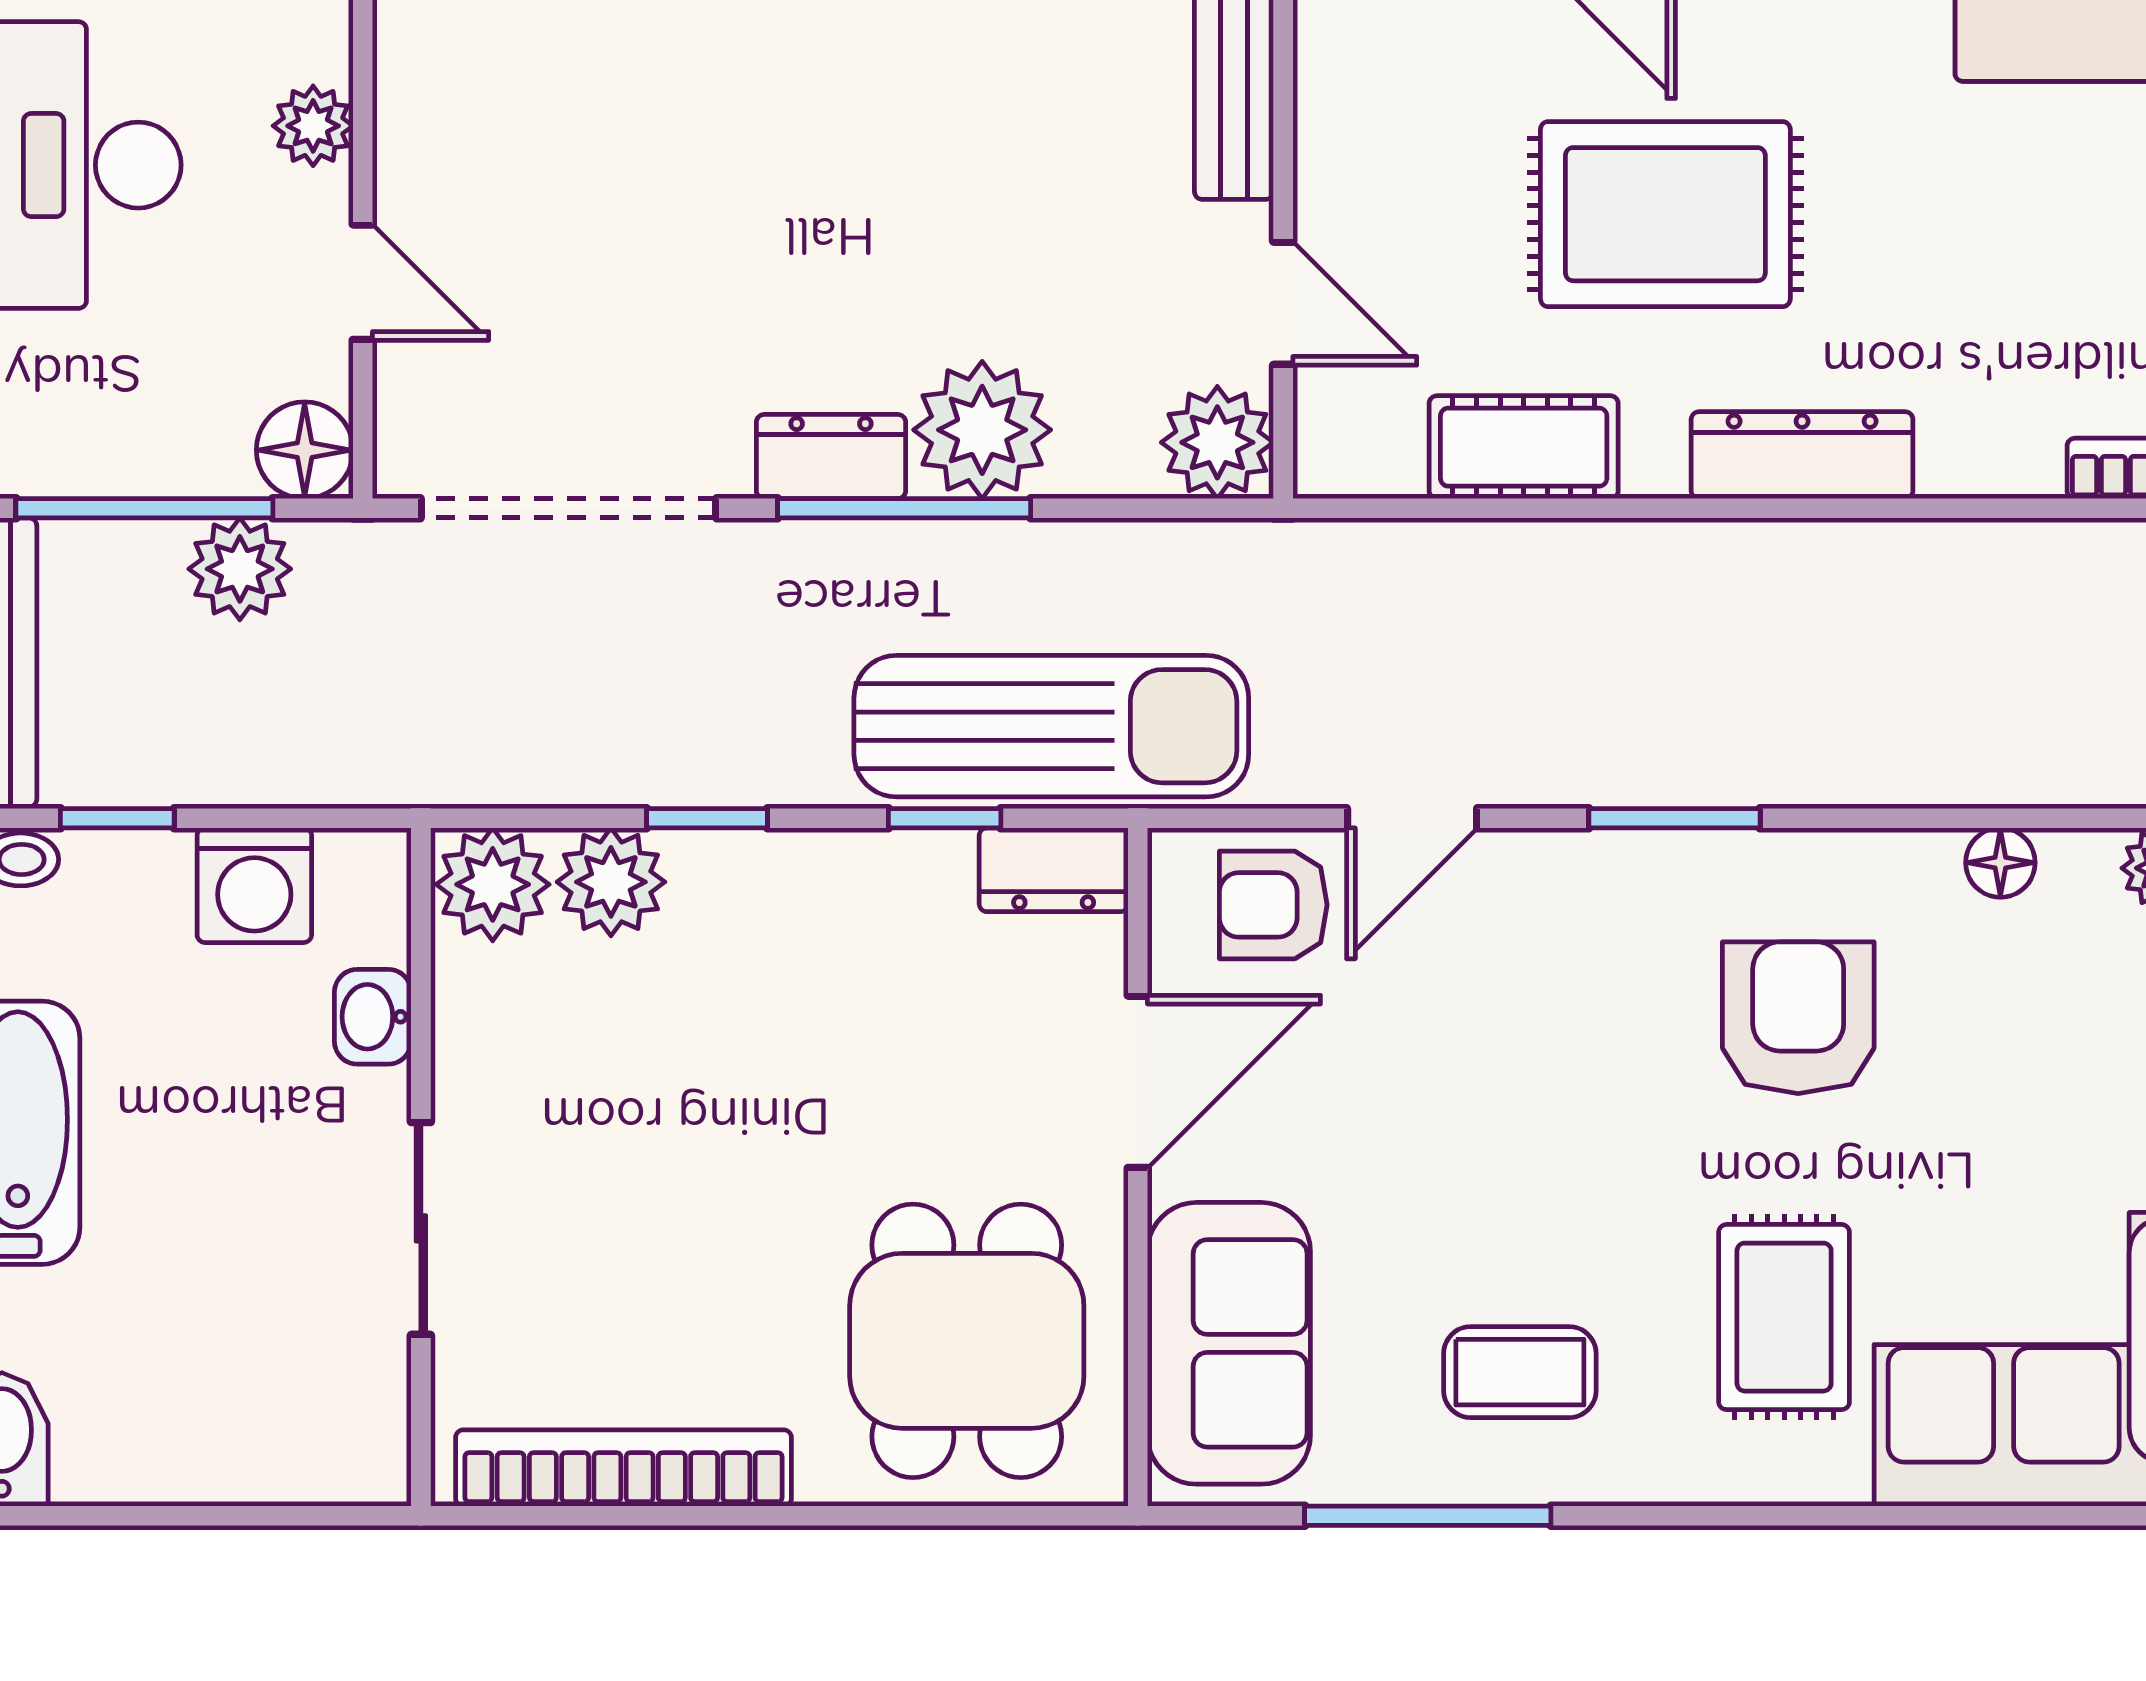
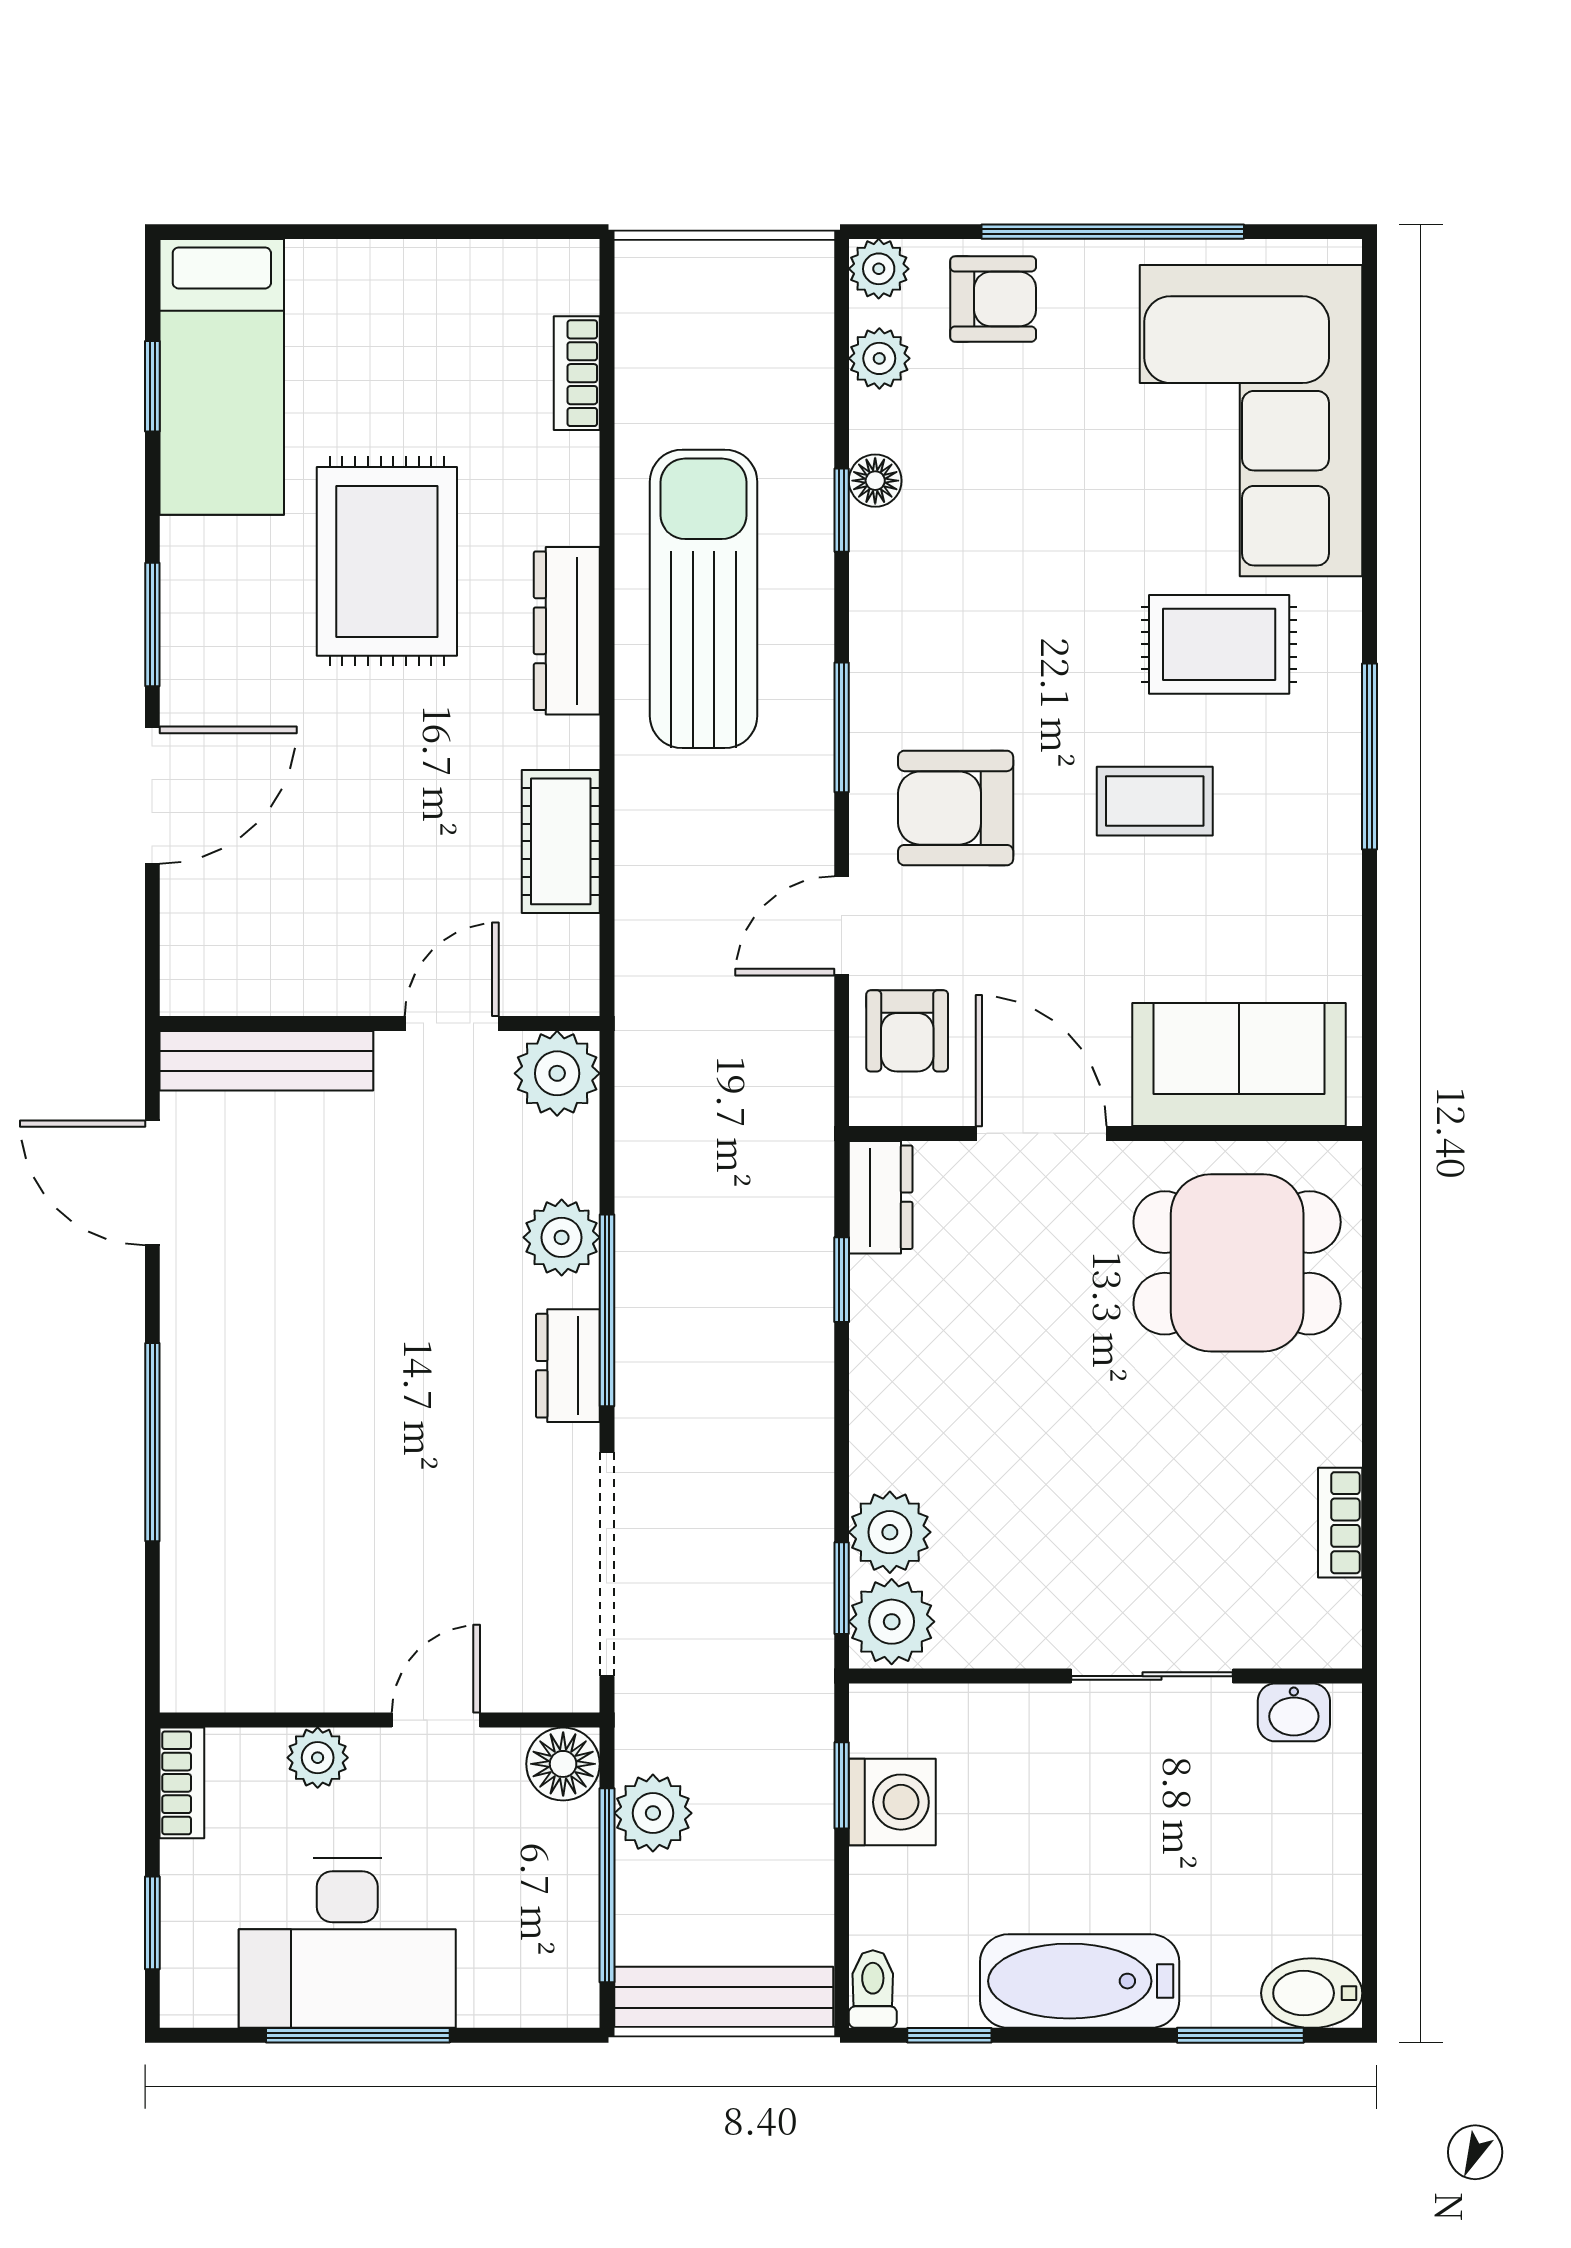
rug: (1665, 214) -> (387, 561), moved
plant: (982, 430) -> (562, 1237), width x0.73, depth x0.73
sun lounger: (1051, 726) -> (704, 599), moved
window: (117, 818) -> (842, 1785), moved
window: (707, 818) -> (842, 1588), moved
door: (1412, 818) -> (842, 926), swing flipped
window: (1961, 818) -> (842, 510), added
washbasin: (373, 1017) -> (1294, 1712), moved
armchair: (1798, 1018) -> (956, 808), moved
coffee table: (1520, 1372) -> (1155, 801), moved, turned 90
bookcase: (623, 1468) -> (1340, 1523), width x0.43, depth x0.76
window: (1428, 1516) -> (1369, 756), moved

